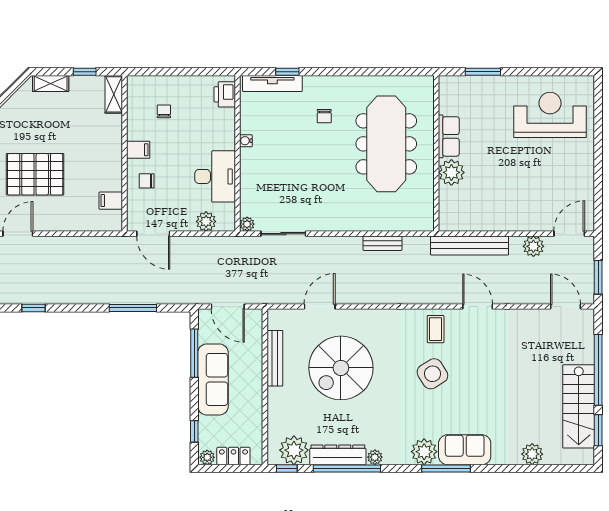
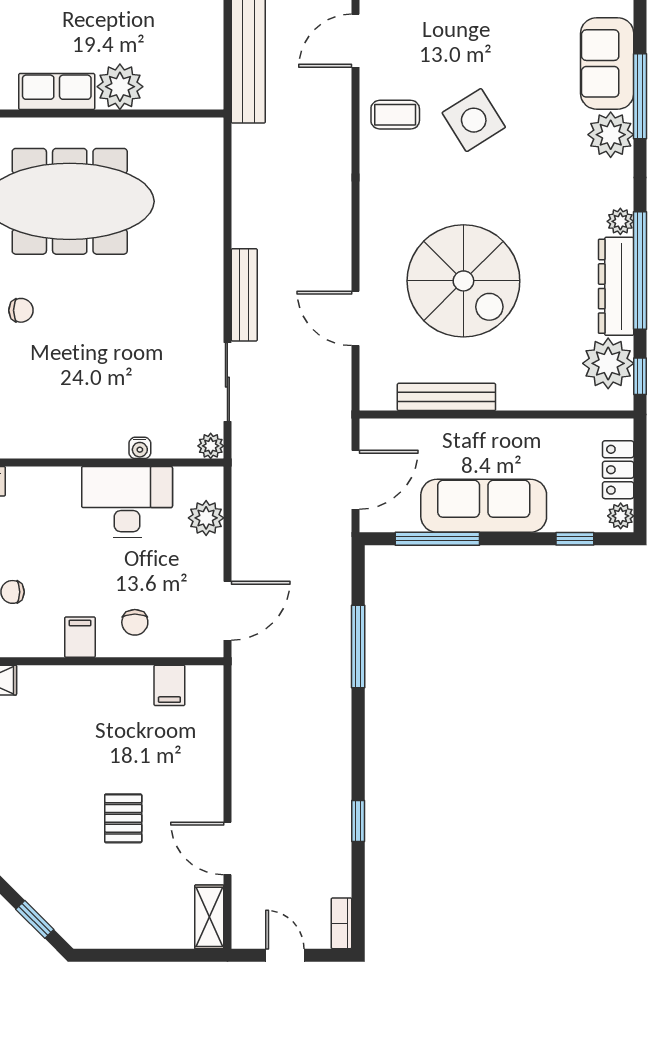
water cooler: (246, 141) -> (140, 448), moved
pallet: (35, 174) -> (123, 818), width x0.49, depth x0.50
bench: (382, 243) -> (244, 295), moved, width x1.36

